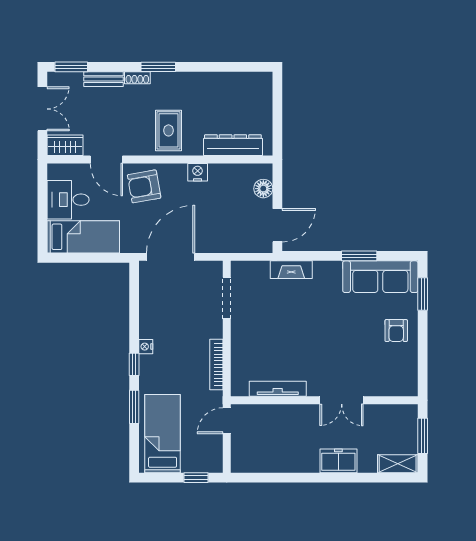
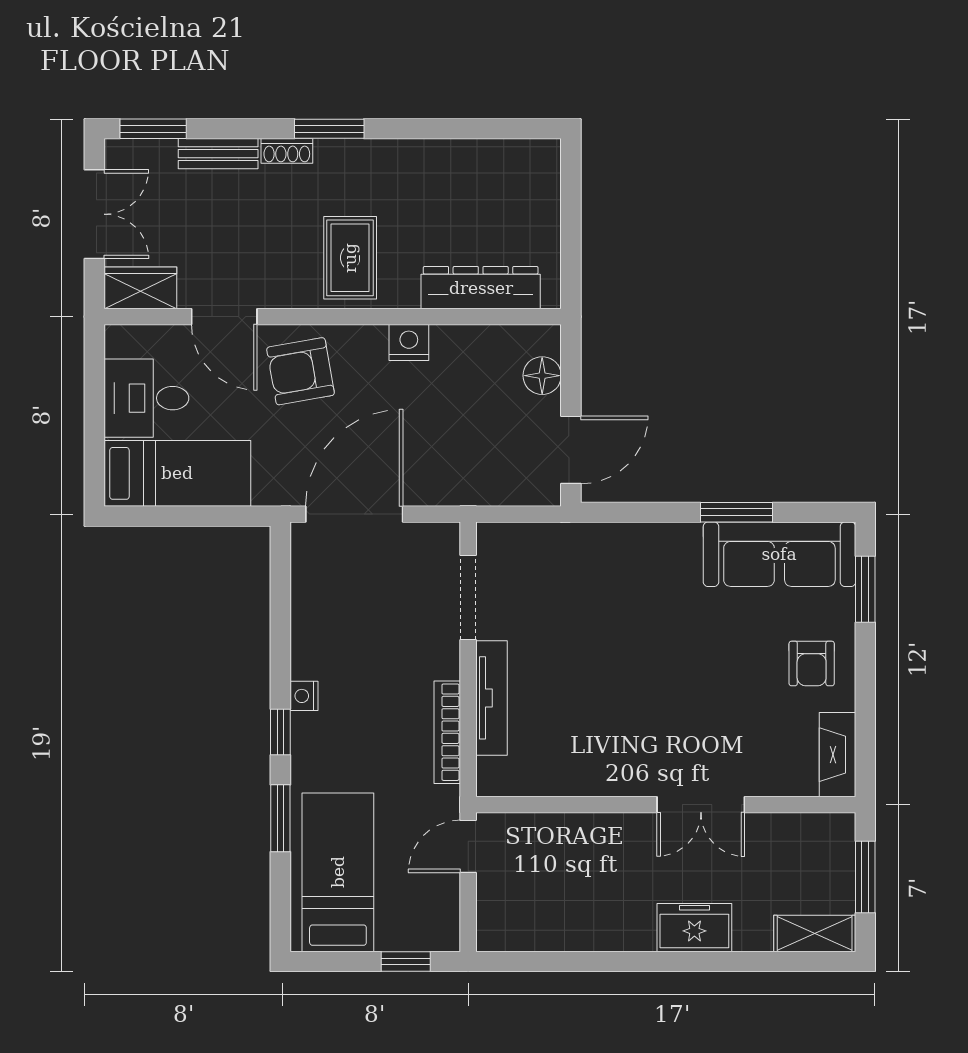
fireplace: (291, 270) -> (837, 755), moved, turned 90
tv unit: (278, 389) -> (491, 698), moved, turned 90

